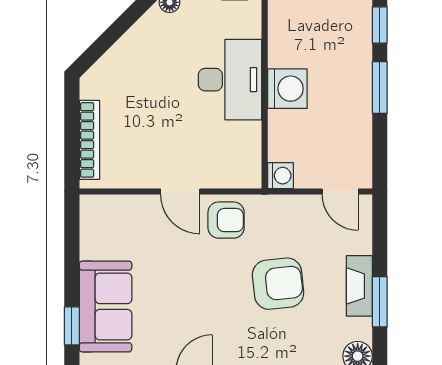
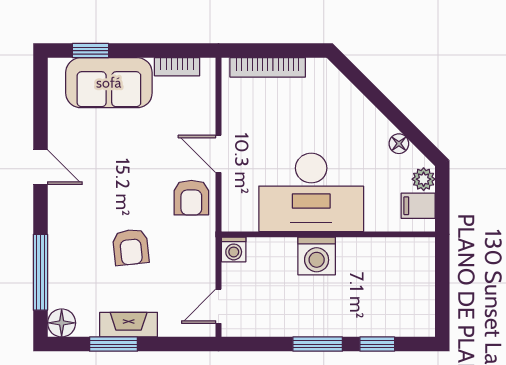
desk: (230, 80) -> (311, 192), width x1.36, depth x1.30
door: (180, 191) -> (219, 154), hinge flipped
bookcase: (89, 235) -> (177, 67), added
armchair: (278, 284) -> (131, 247), width x0.72, depth x0.72

